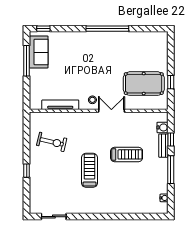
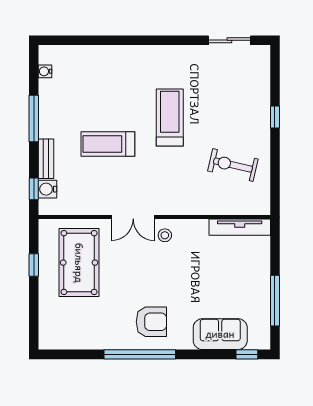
armchair: (100, 48) -> (151, 322), added
sofa: (39, 52) -> (220, 334), moved, turned 90
pool table: (144, 84) -> (79, 263), turned 90
tv unit: (60, 105) -> (240, 227), moved
window: (171, 139) -> (34, 189), moved
treadmill: (89, 170) -> (170, 118), turned 180

